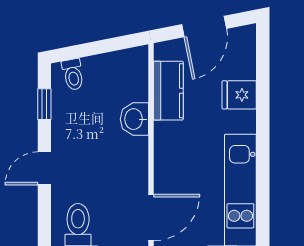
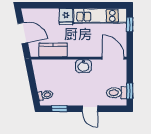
fridge: (239, 95) -> (66, 16), moved
washbasin: (134, 119) -> (83, 66), moved

